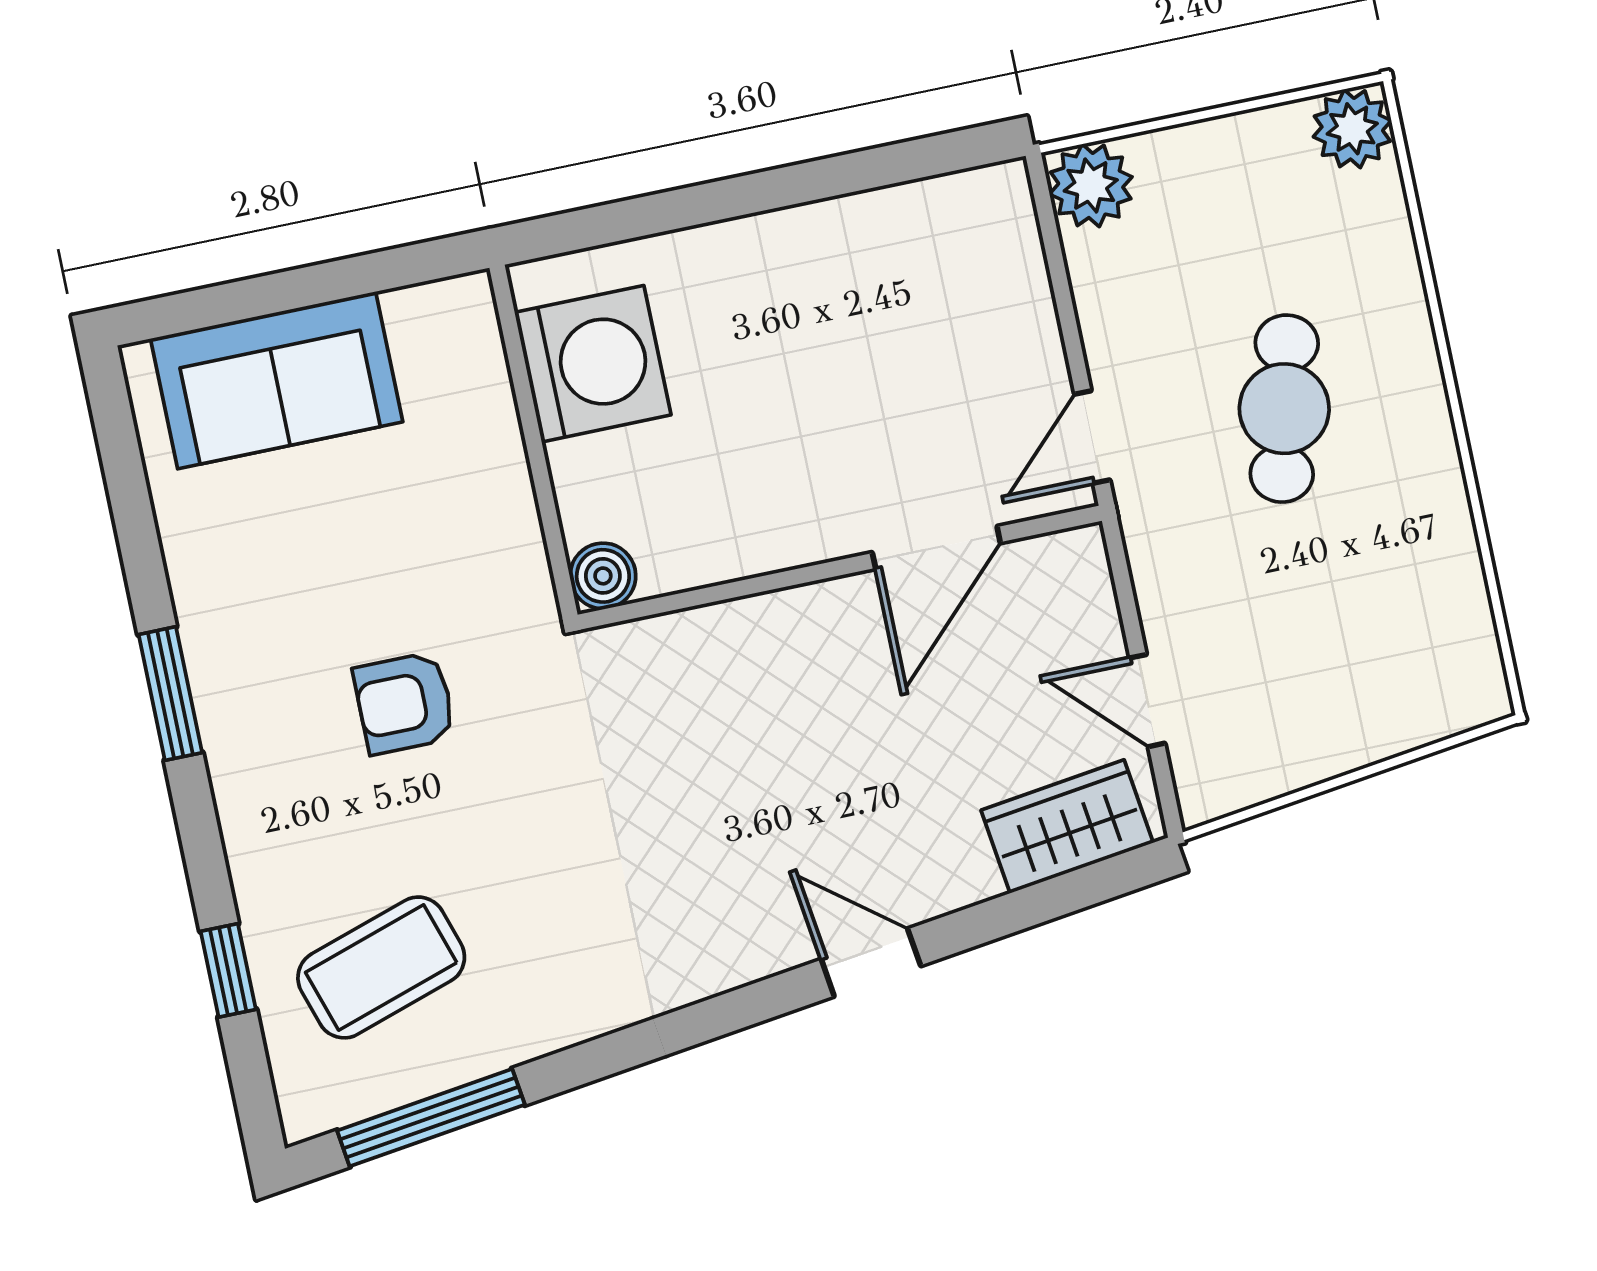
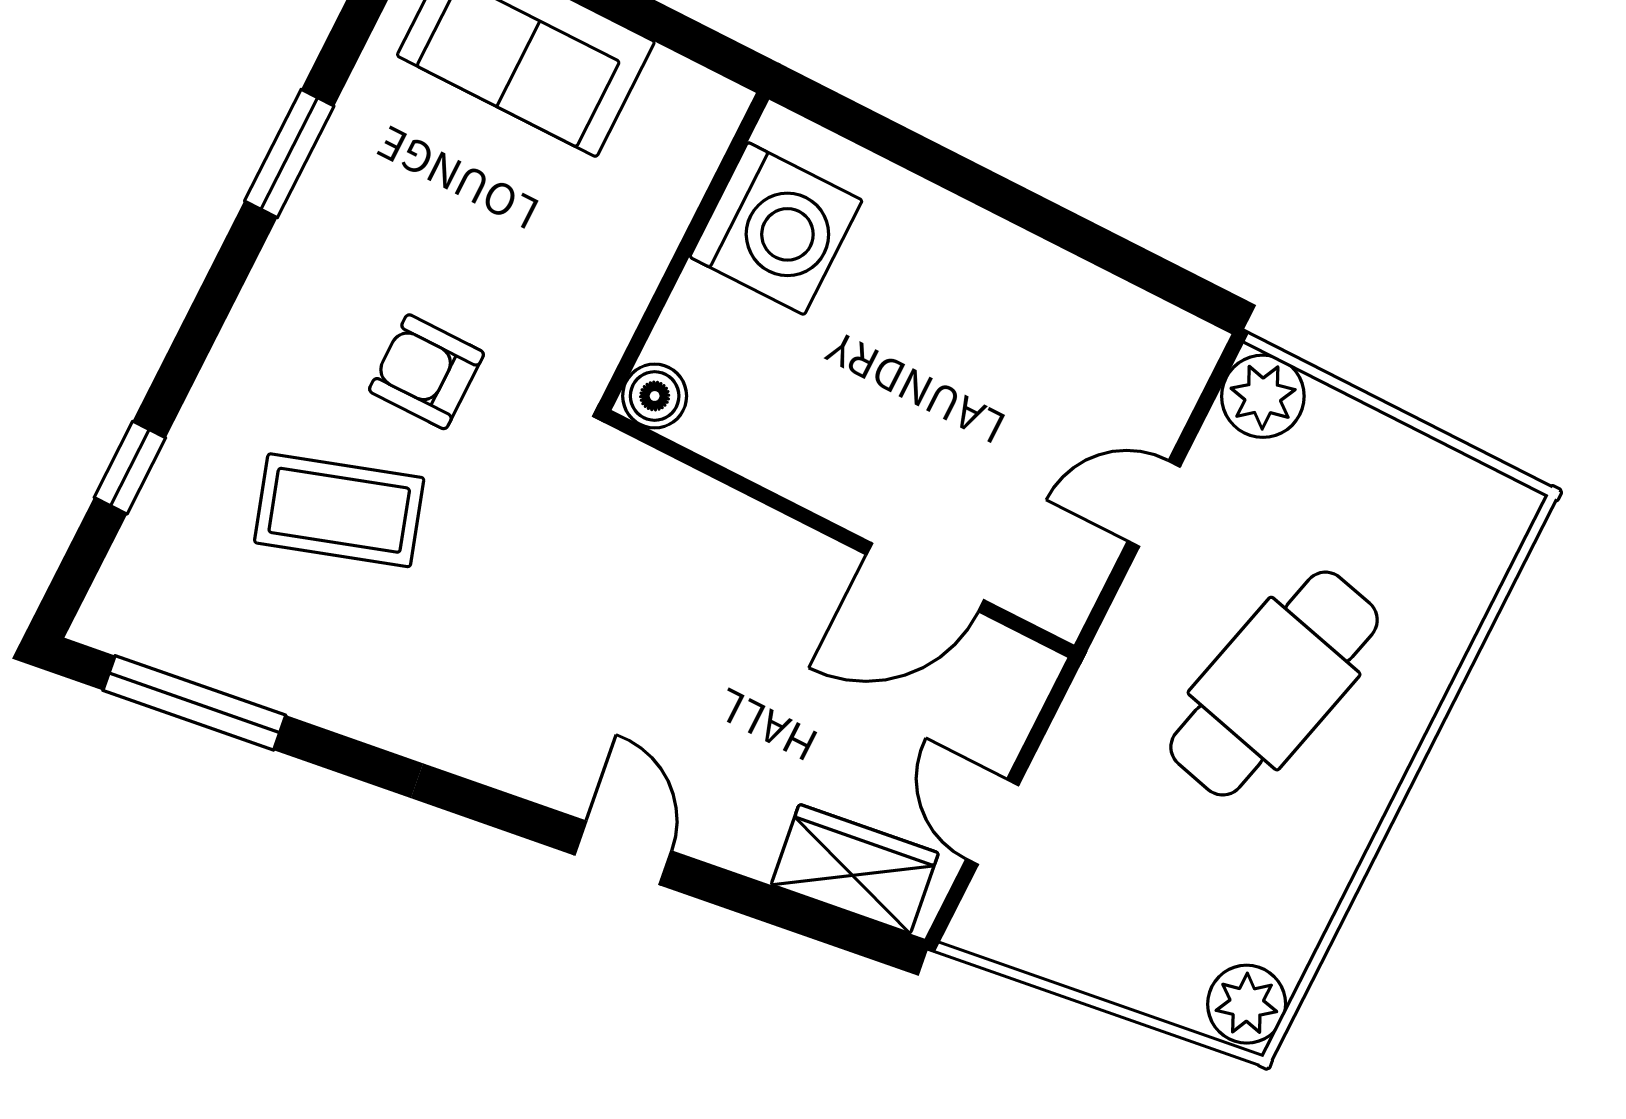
plant: (1352, 129) -> (1247, 1004), moved
cafe table: (1284, 409) -> (1274, 684), width x1.37, depth x1.35
door: (1092, 437) -> (1154, 504), moved
window: (170, 694) -> (289, 153), moved
coffee table: (381, 967) -> (339, 510), moved

